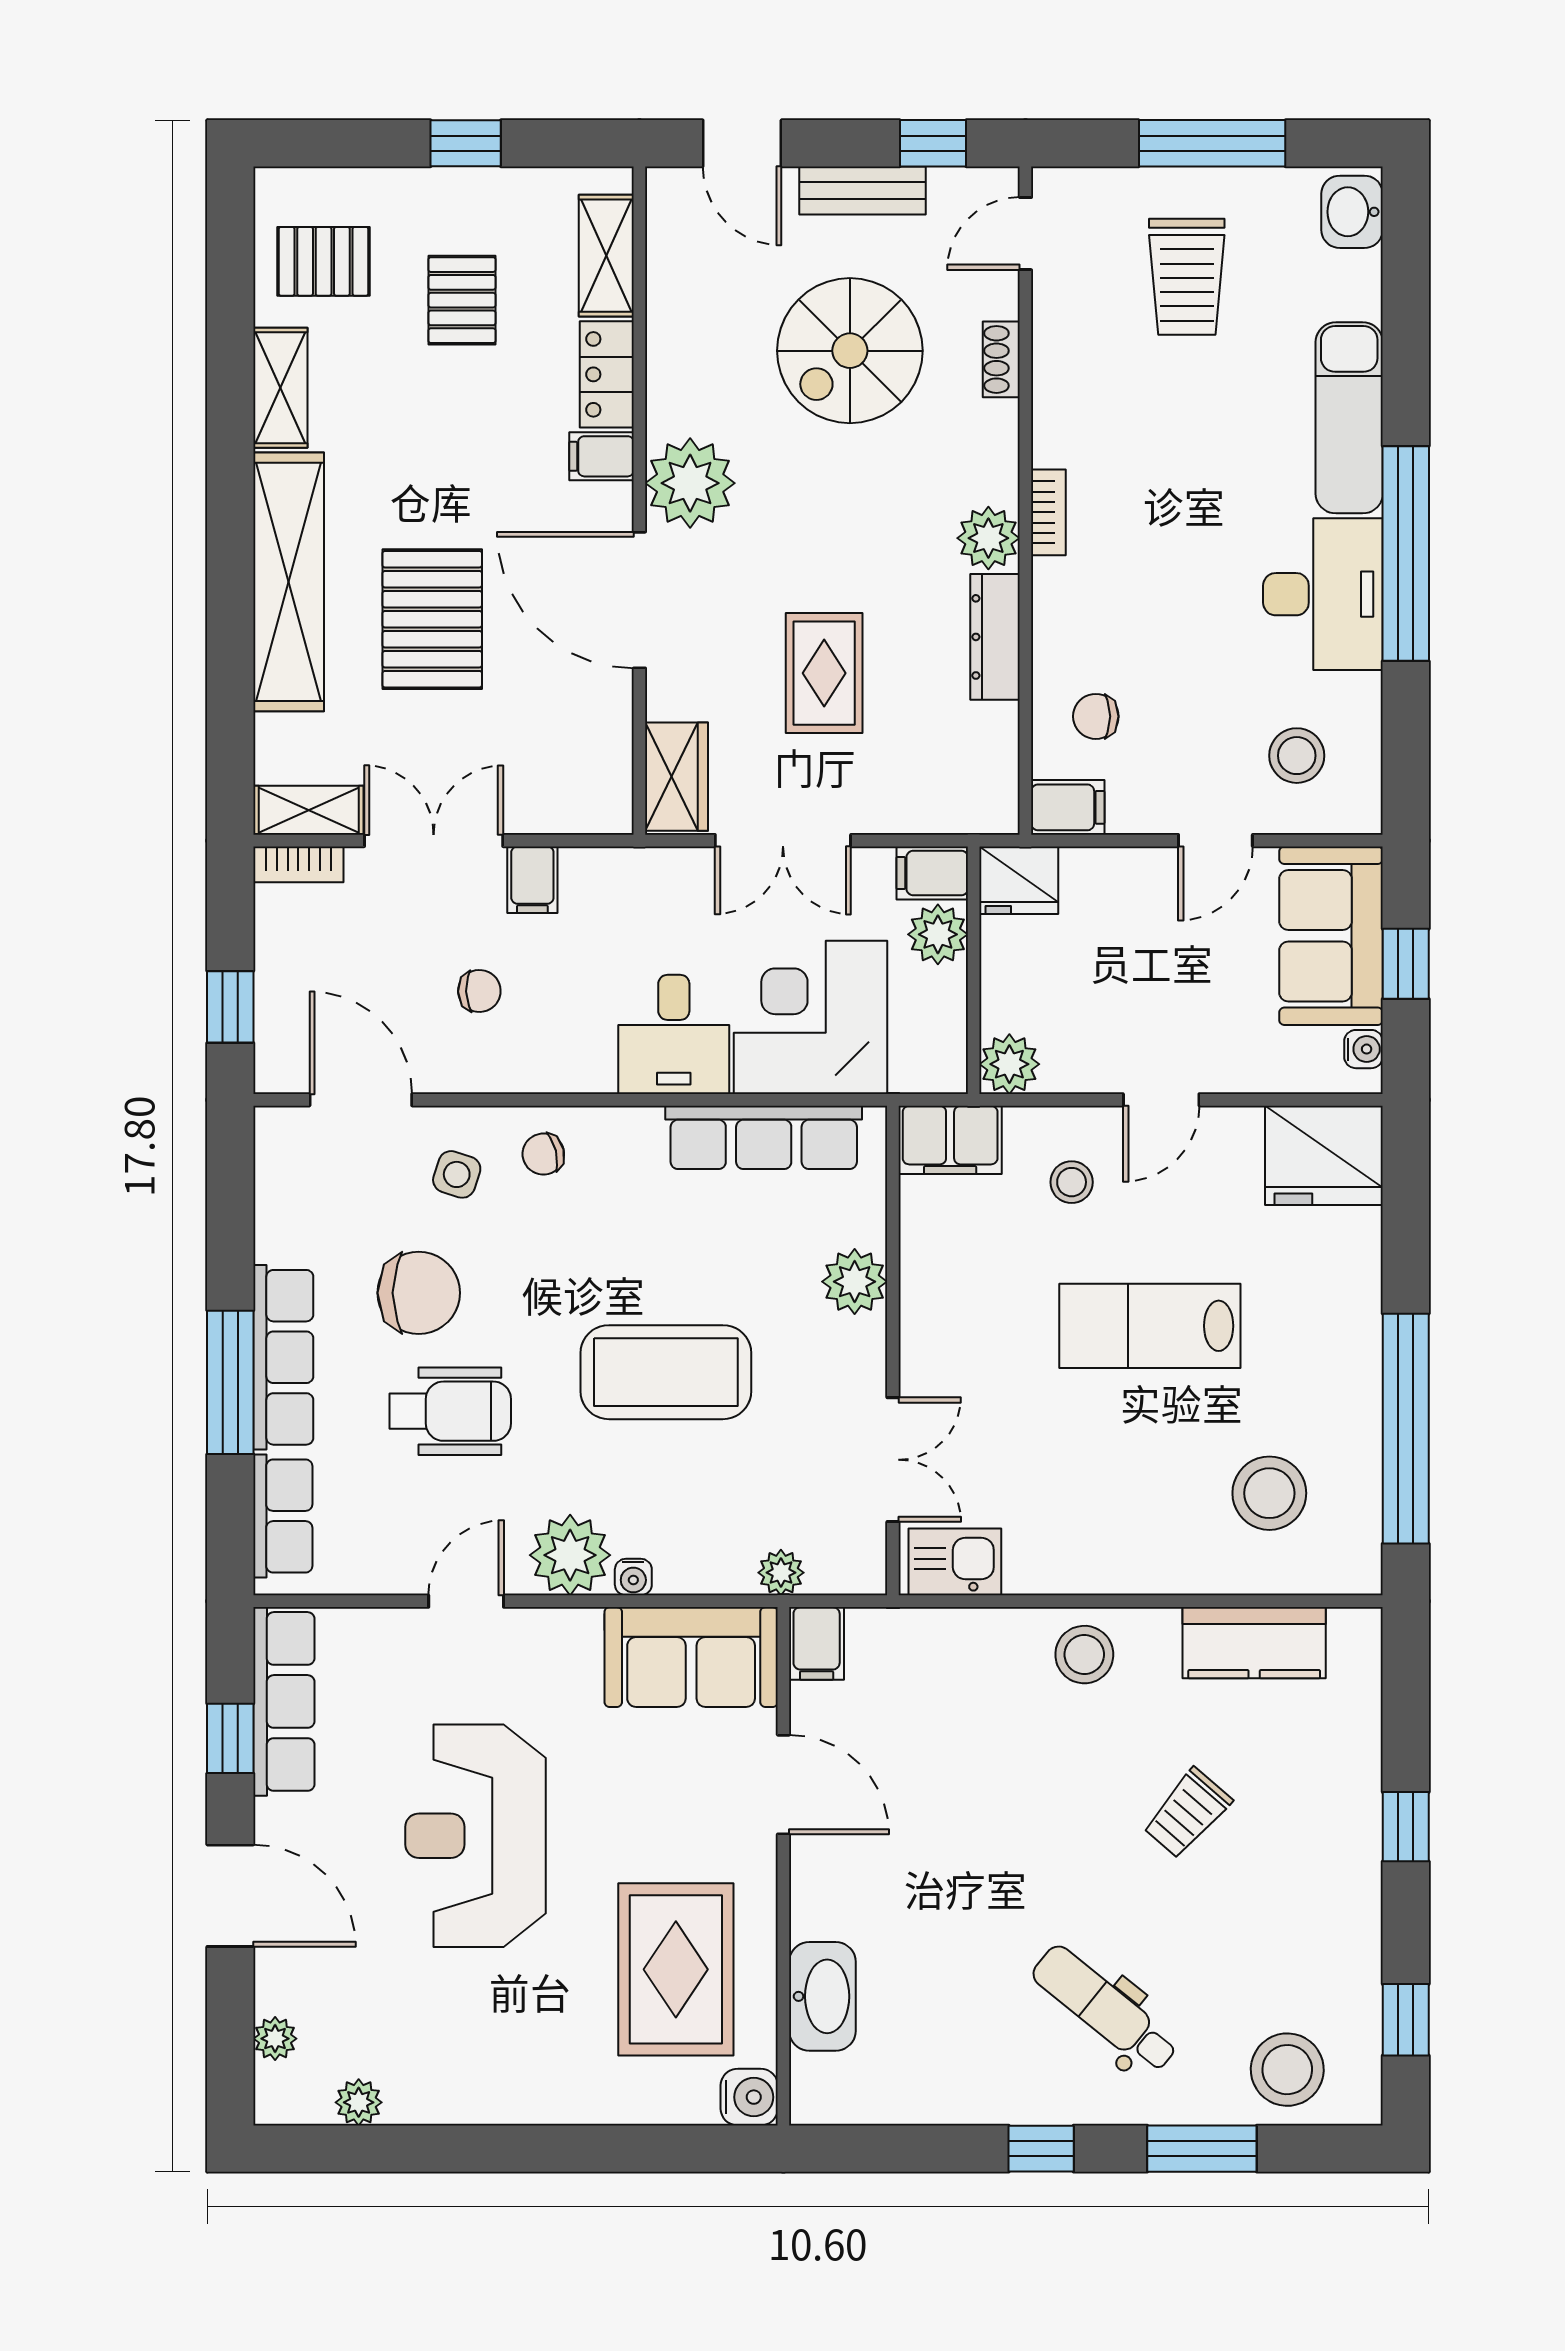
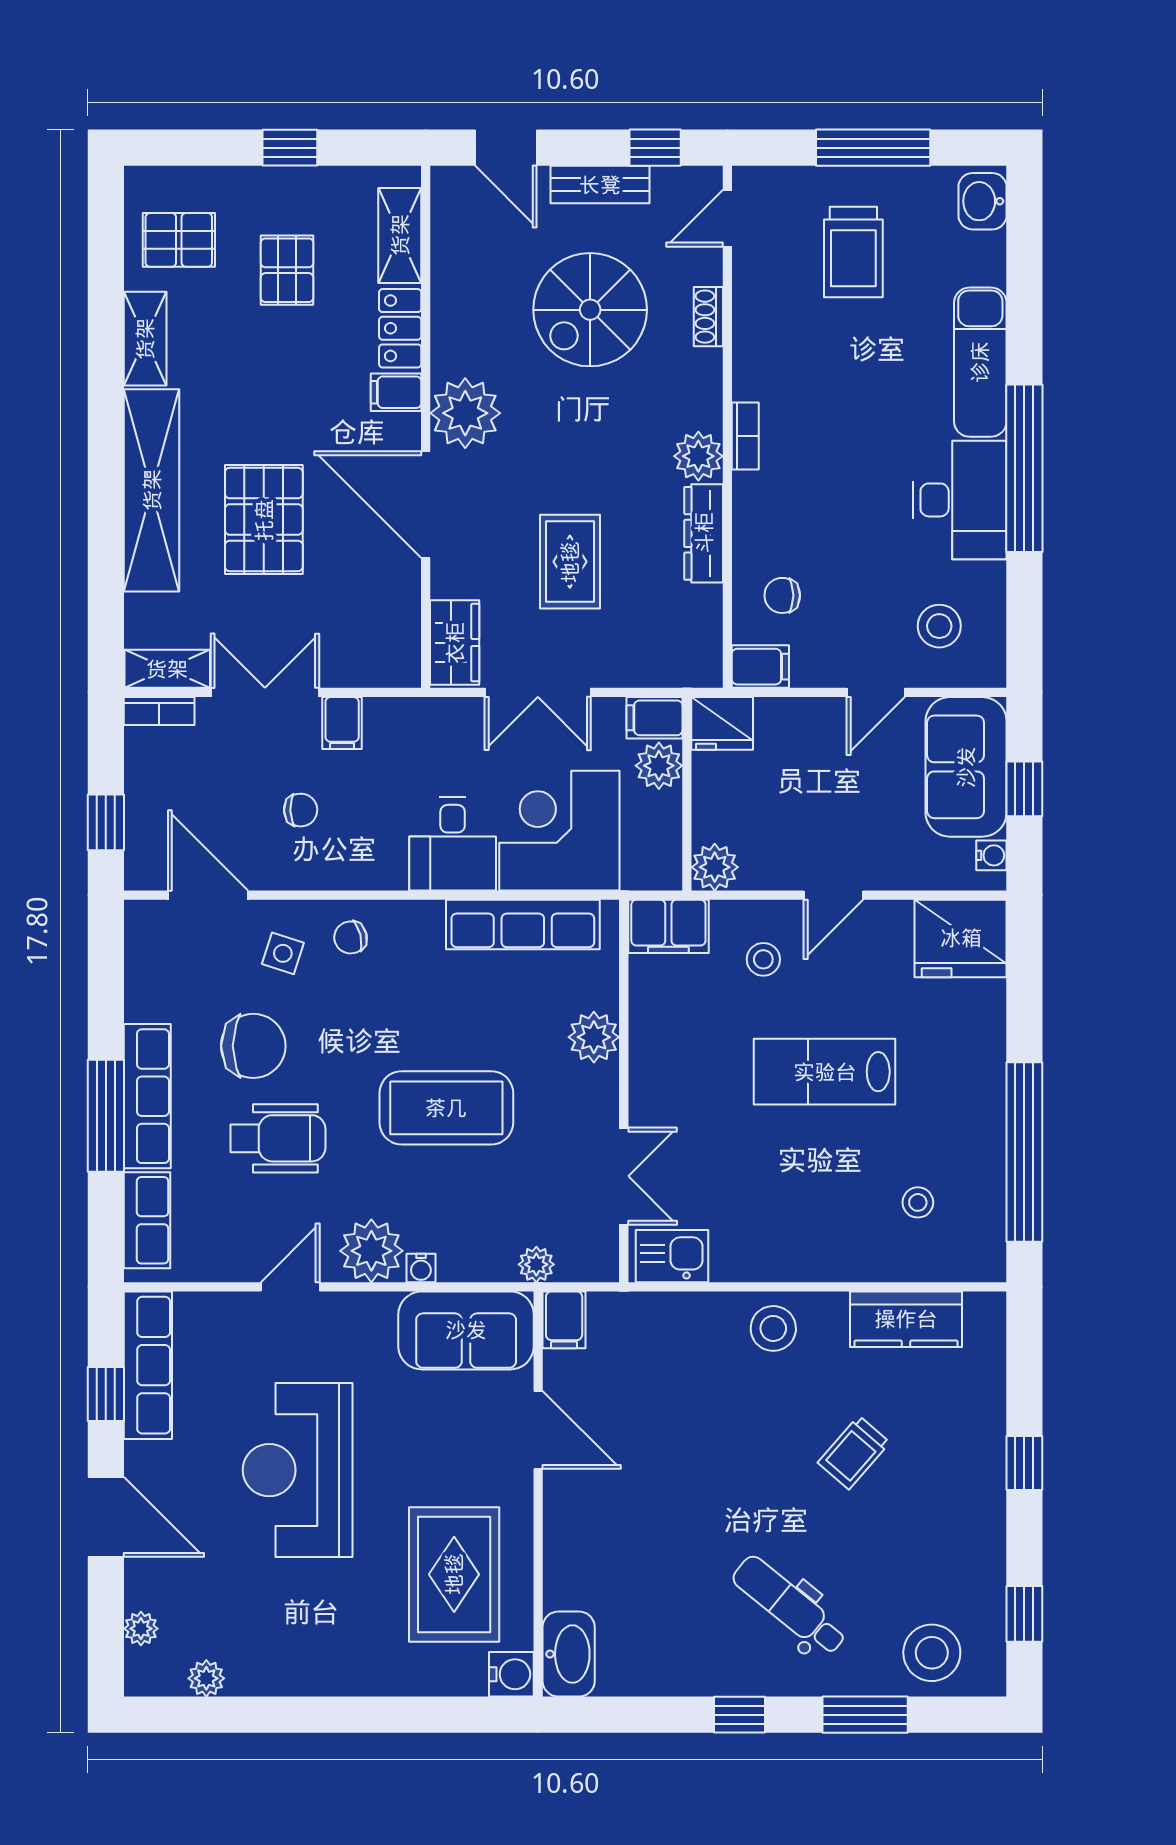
stool: (1269, 1493) -> (918, 1202), width x0.53, depth x0.53
washbasin: (822, 1996) -> (569, 1654), moved

